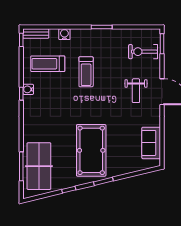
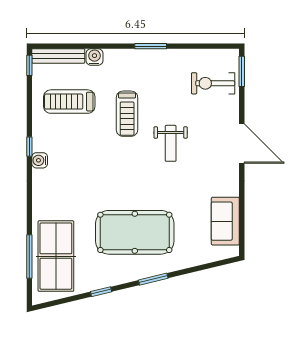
bench: (36, 34) -> (58, 56), width x1.36
water cooler: (28, 89) -> (40, 160), moved
weight bench: (136, 91) -> (171, 143), moved
pool table: (91, 150) -> (135, 232), turned 90

